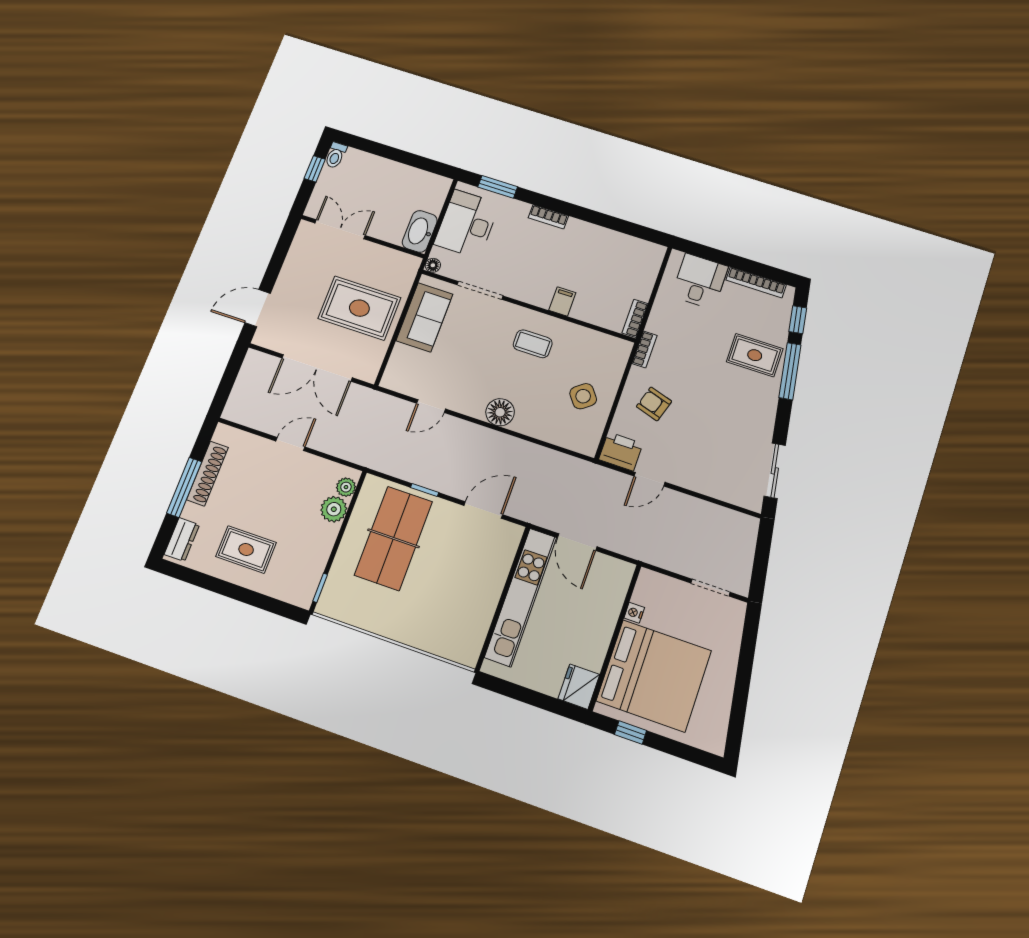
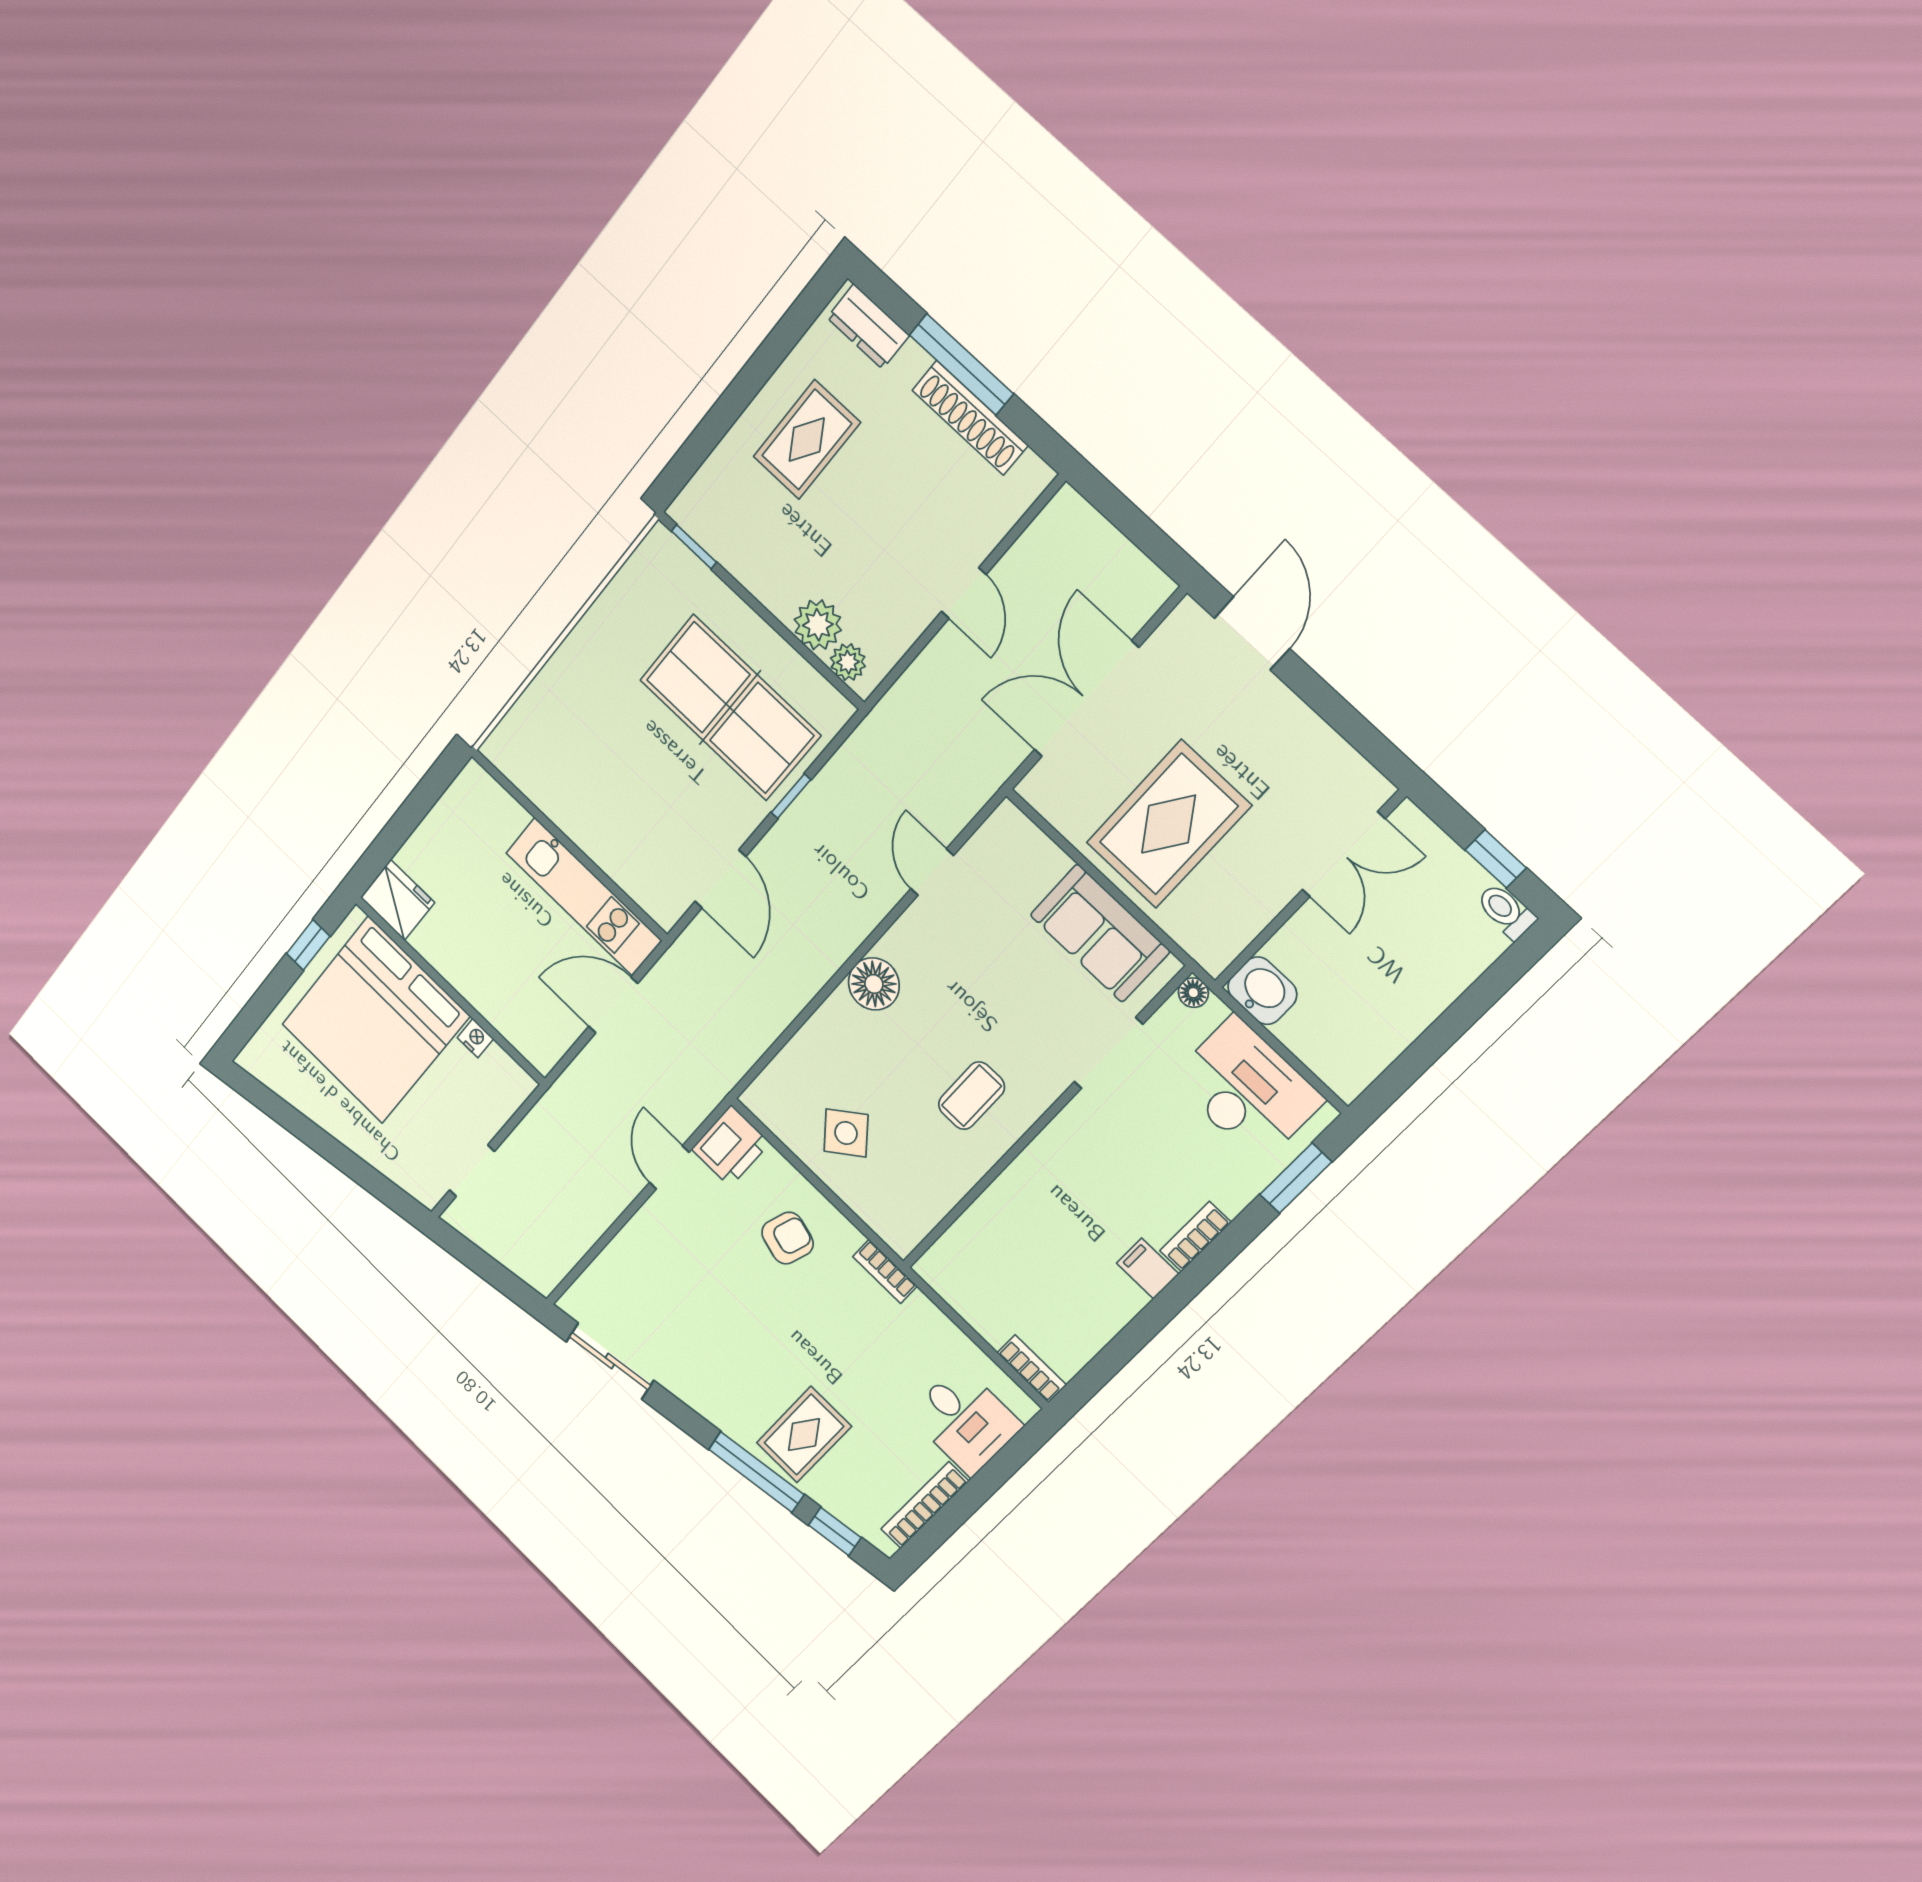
washbasin: (420, 231) -> (1262, 991), width x0.72
filing cabinet: (562, 301) -> (1148, 1268), moved, turned 180
bookcase: (635, 318) -> (1032, 1369), moved
kitchen unit: (521, 597) -> (584, 897), width x0.73

